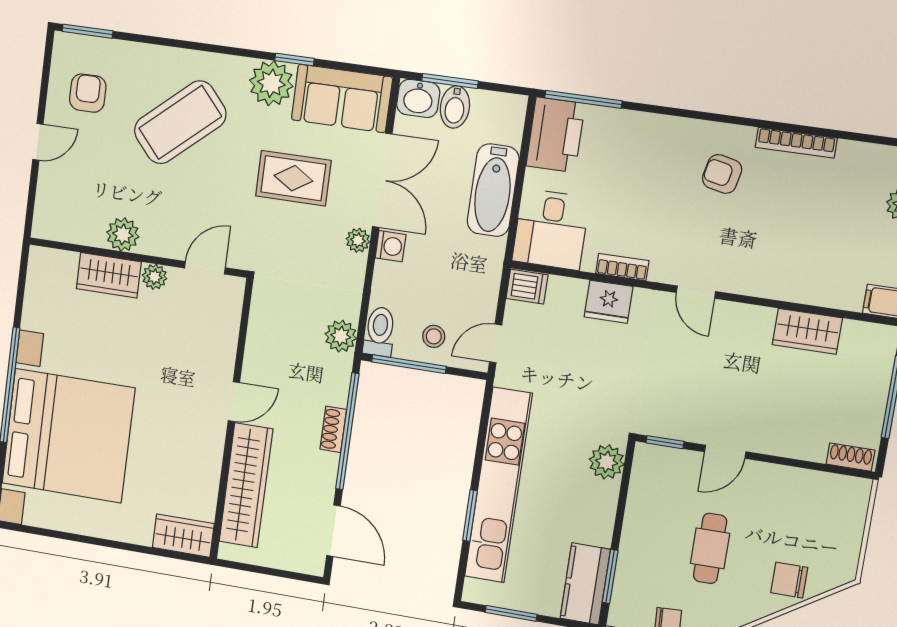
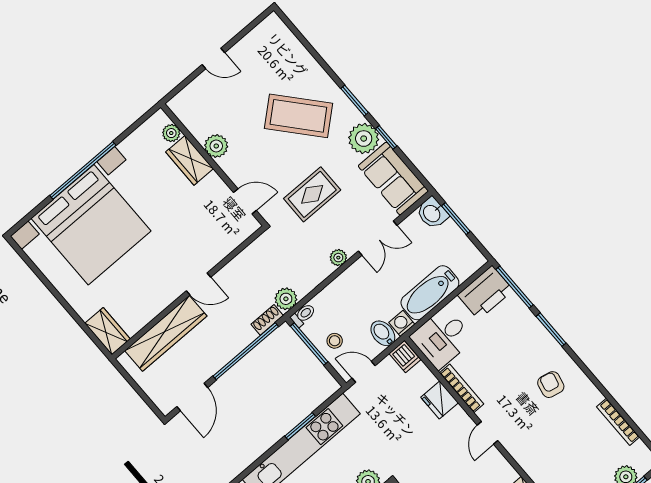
window: (88, 31) -> (355, 100), moved
armchair: (88, 93) -> (263, 58), removed
bidet: (455, 107) -> (383, 333), moved, turned 90
window: (668, 111) -> (551, 330), added
bookcase: (796, 143) -> (618, 422), moved
rug: (293, 178) -> (312, 194), moved, turned 90
double door: (382, 180) -> (378, 238), width x0.73
washing machine: (391, 246) -> (402, 323), moved, turned 180
bookcase: (622, 267) -> (462, 388), width x1.56
plant: (155, 277) -> (171, 133), moved
toilet: (380, 332) -> (303, 315), width x0.73, depth x0.72
shoe rack: (333, 429) -> (267, 320), moved
window: (470, 516) -> (300, 426), moved

